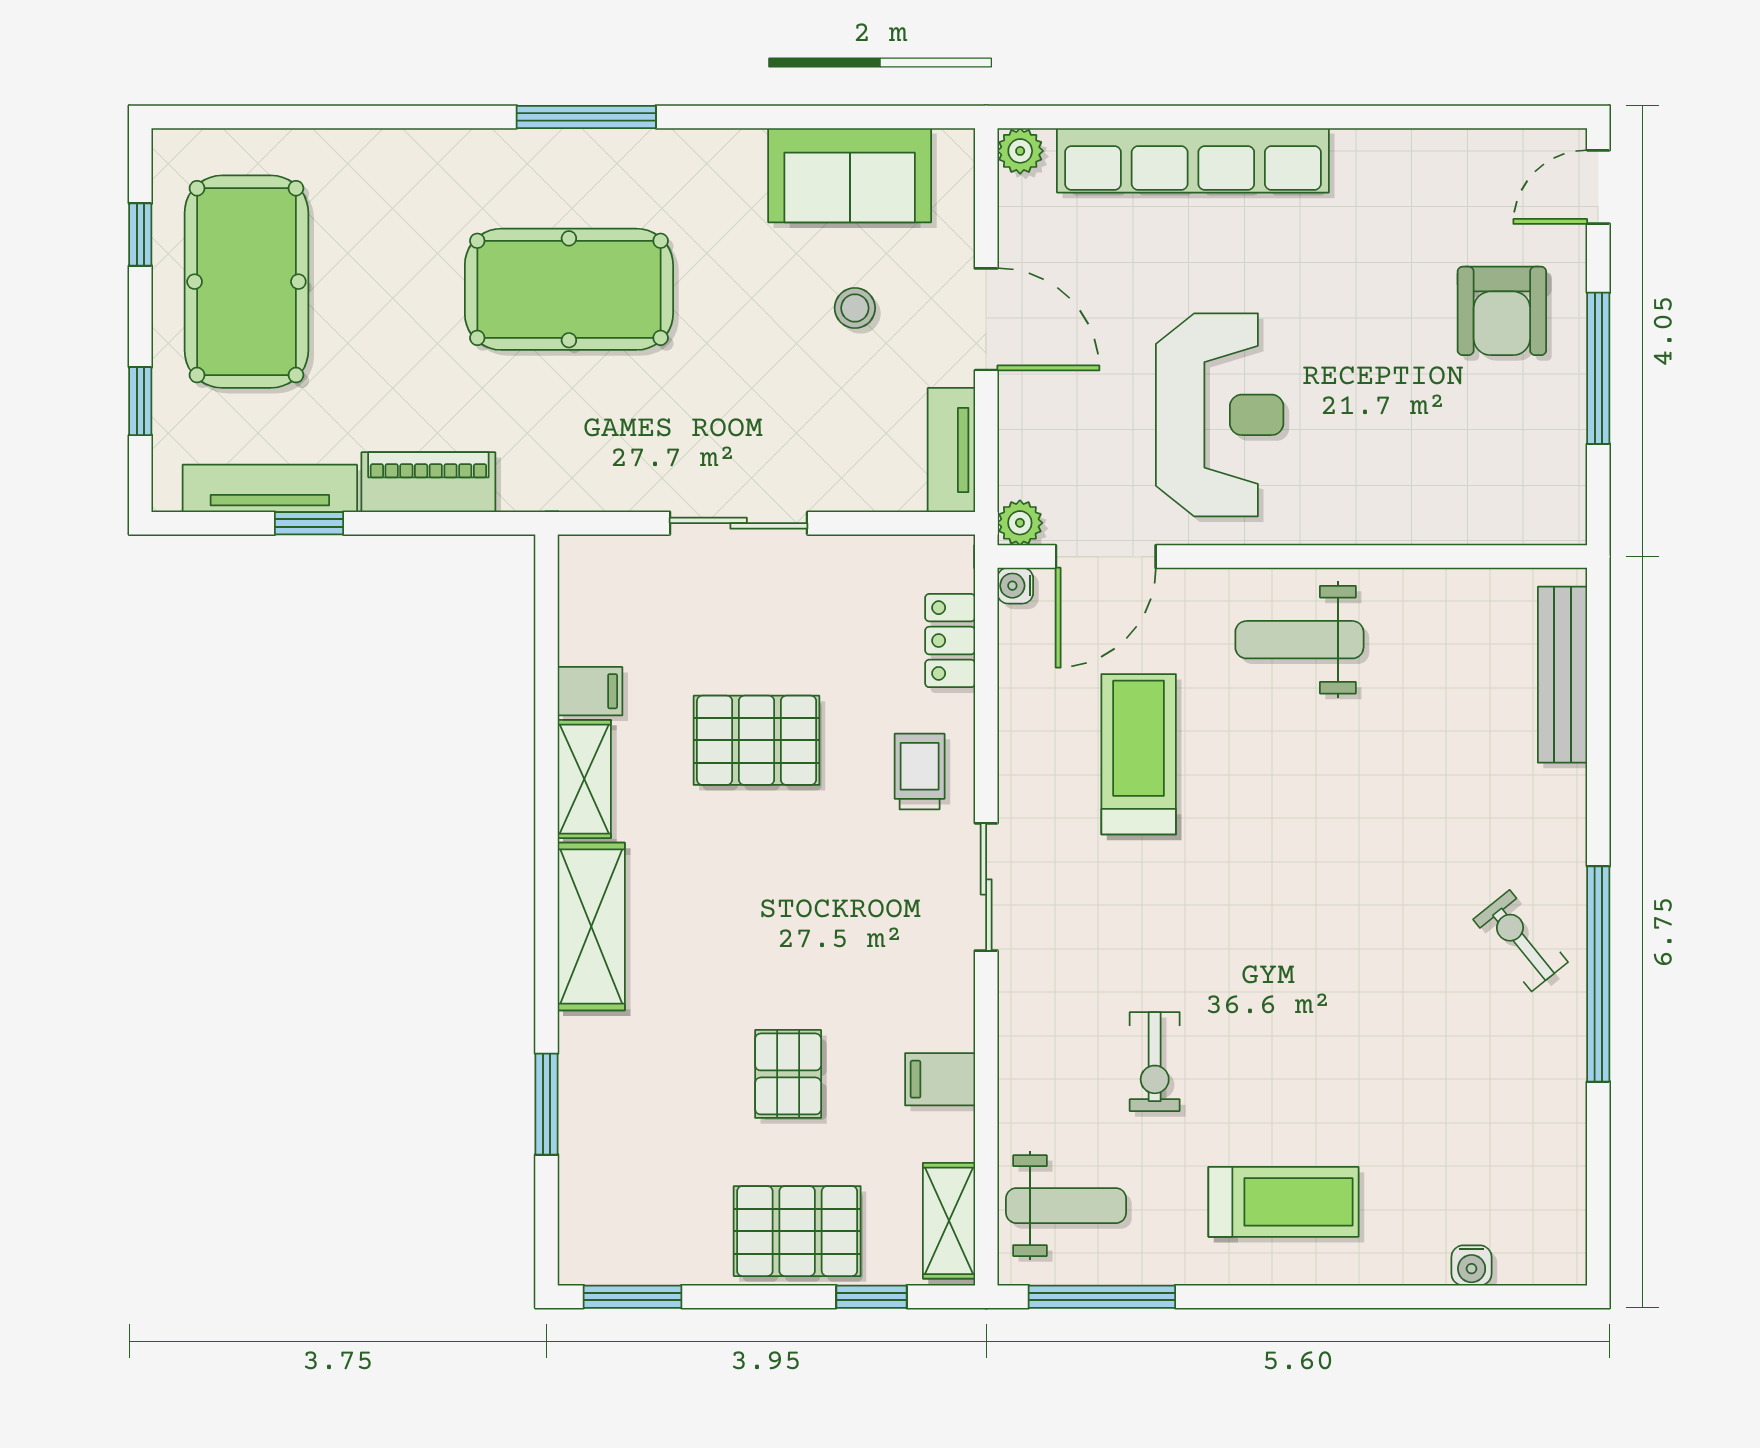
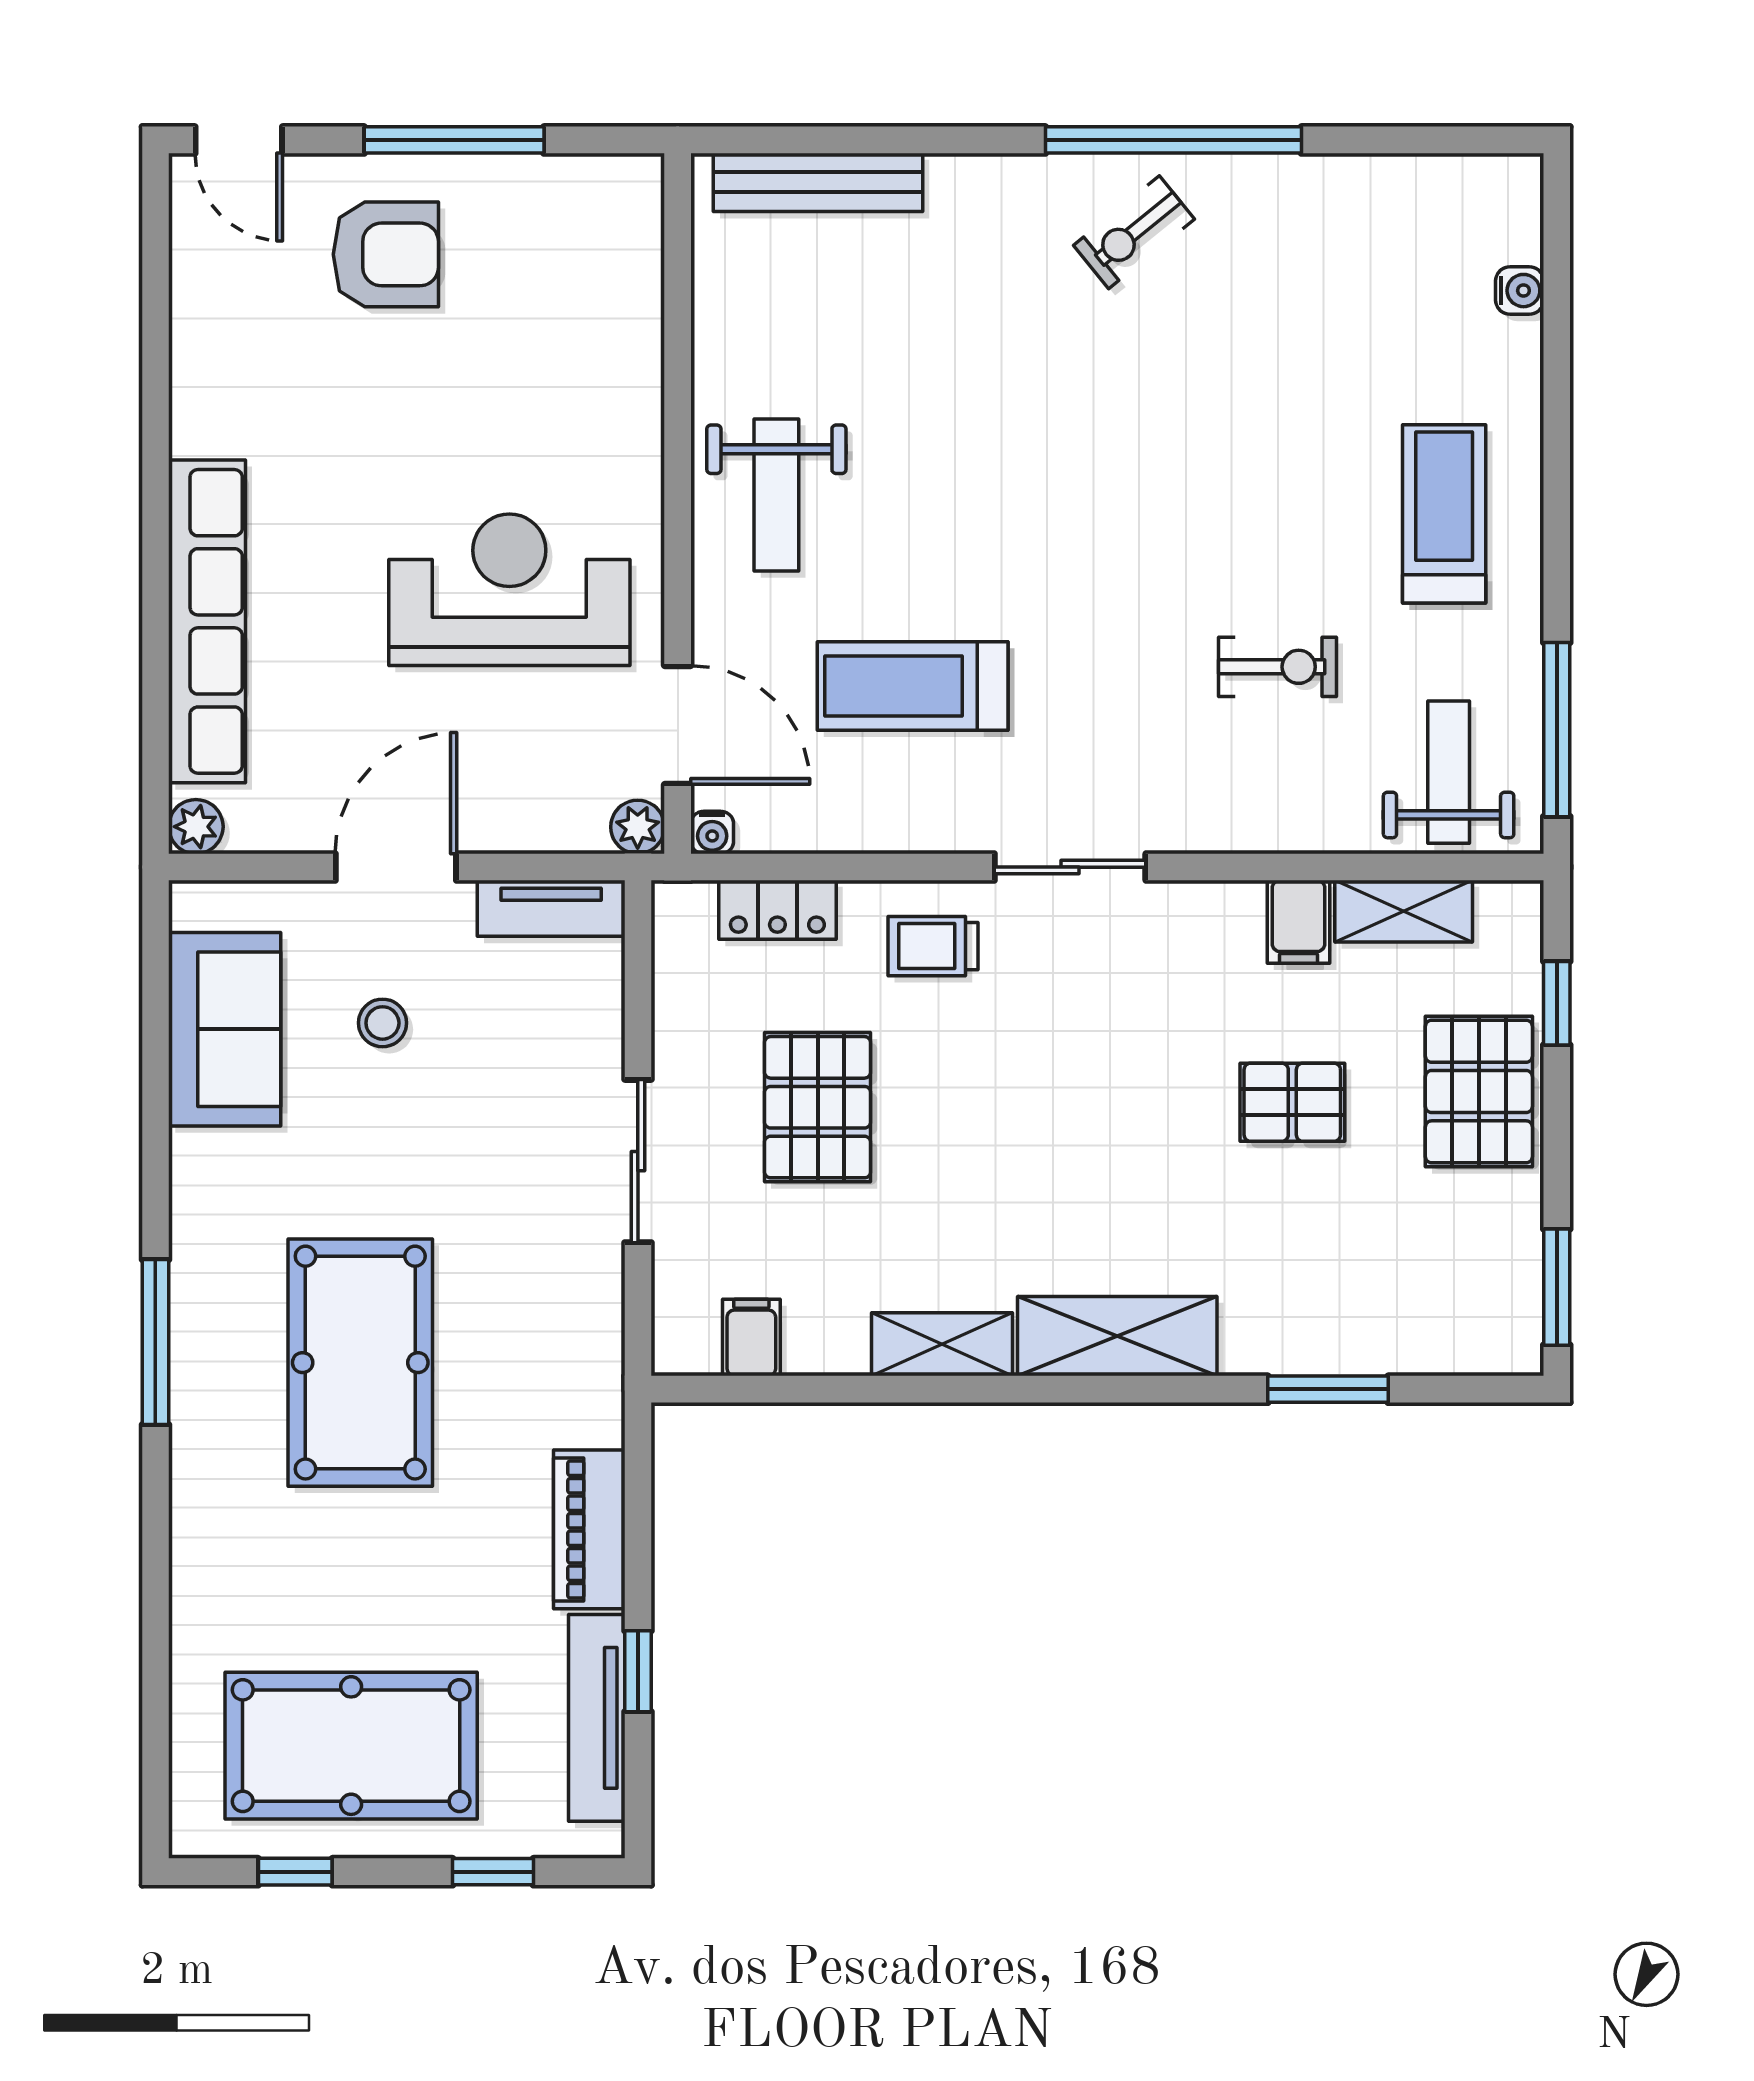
filing cabinet: (590, 691) -> (751, 1338), moved
pallet: (757, 740) -> (818, 1107), moved
shelving: (949, 1221) -> (1404, 911), moved

